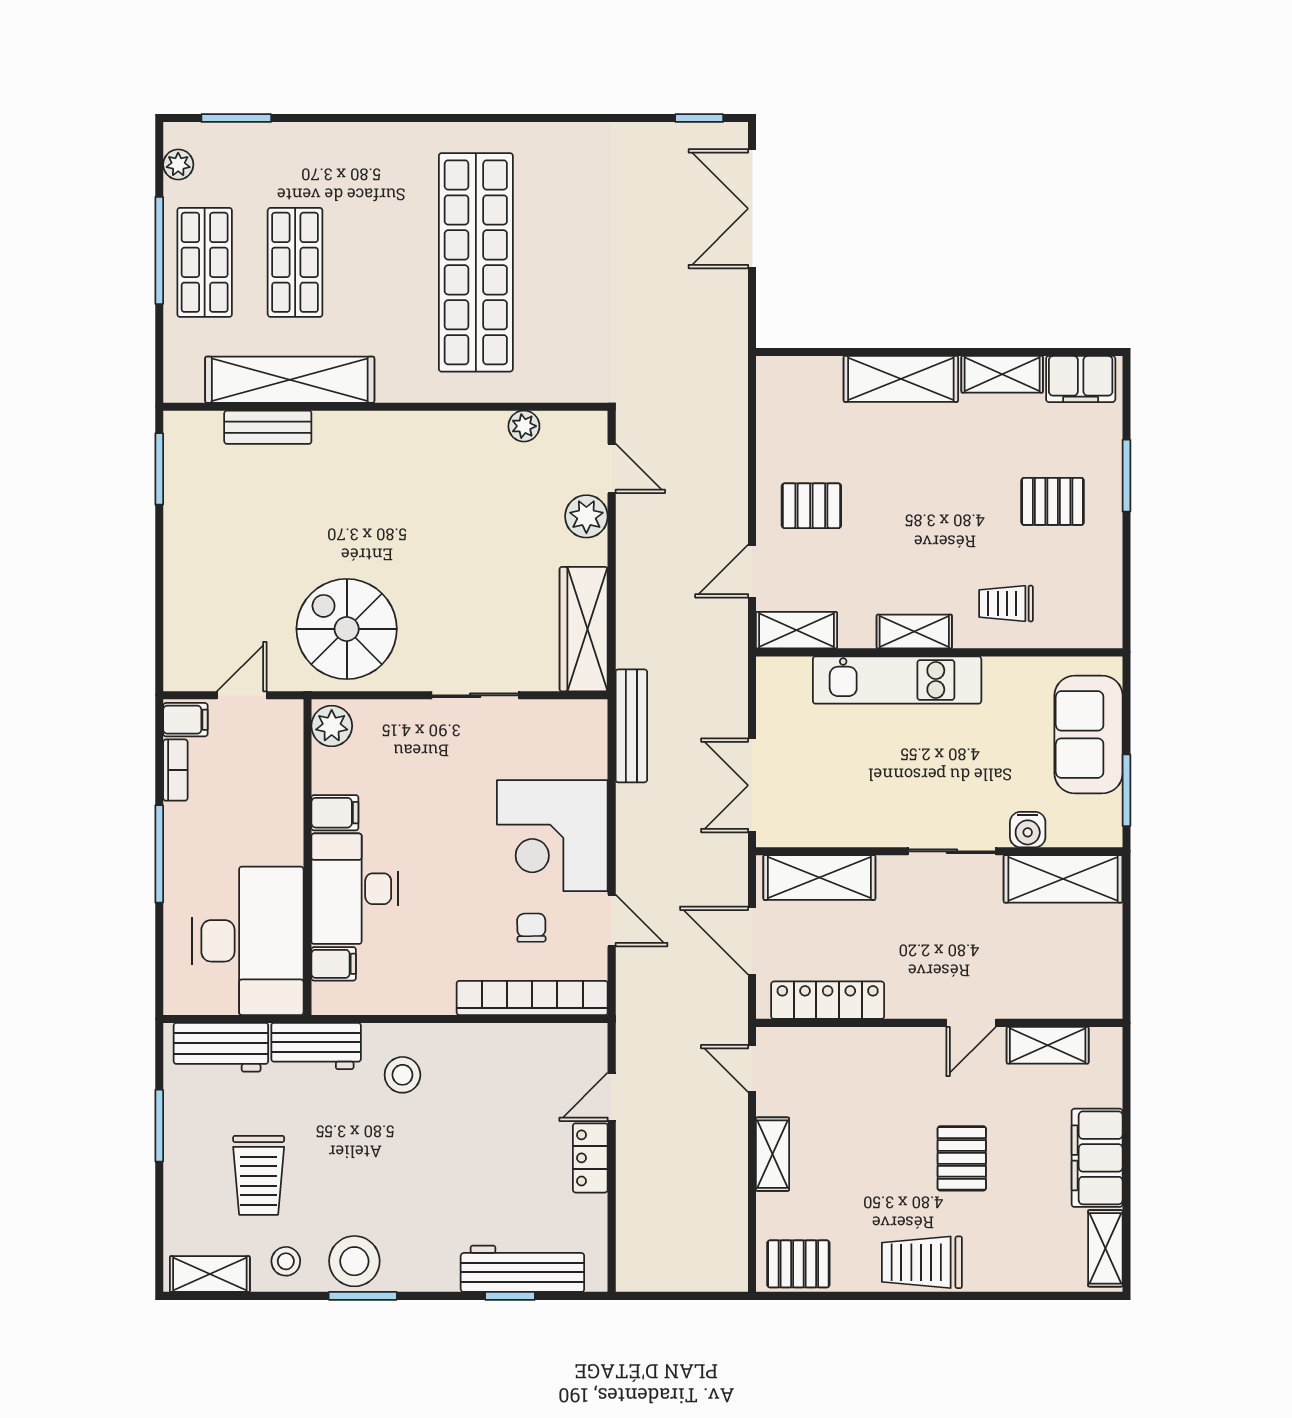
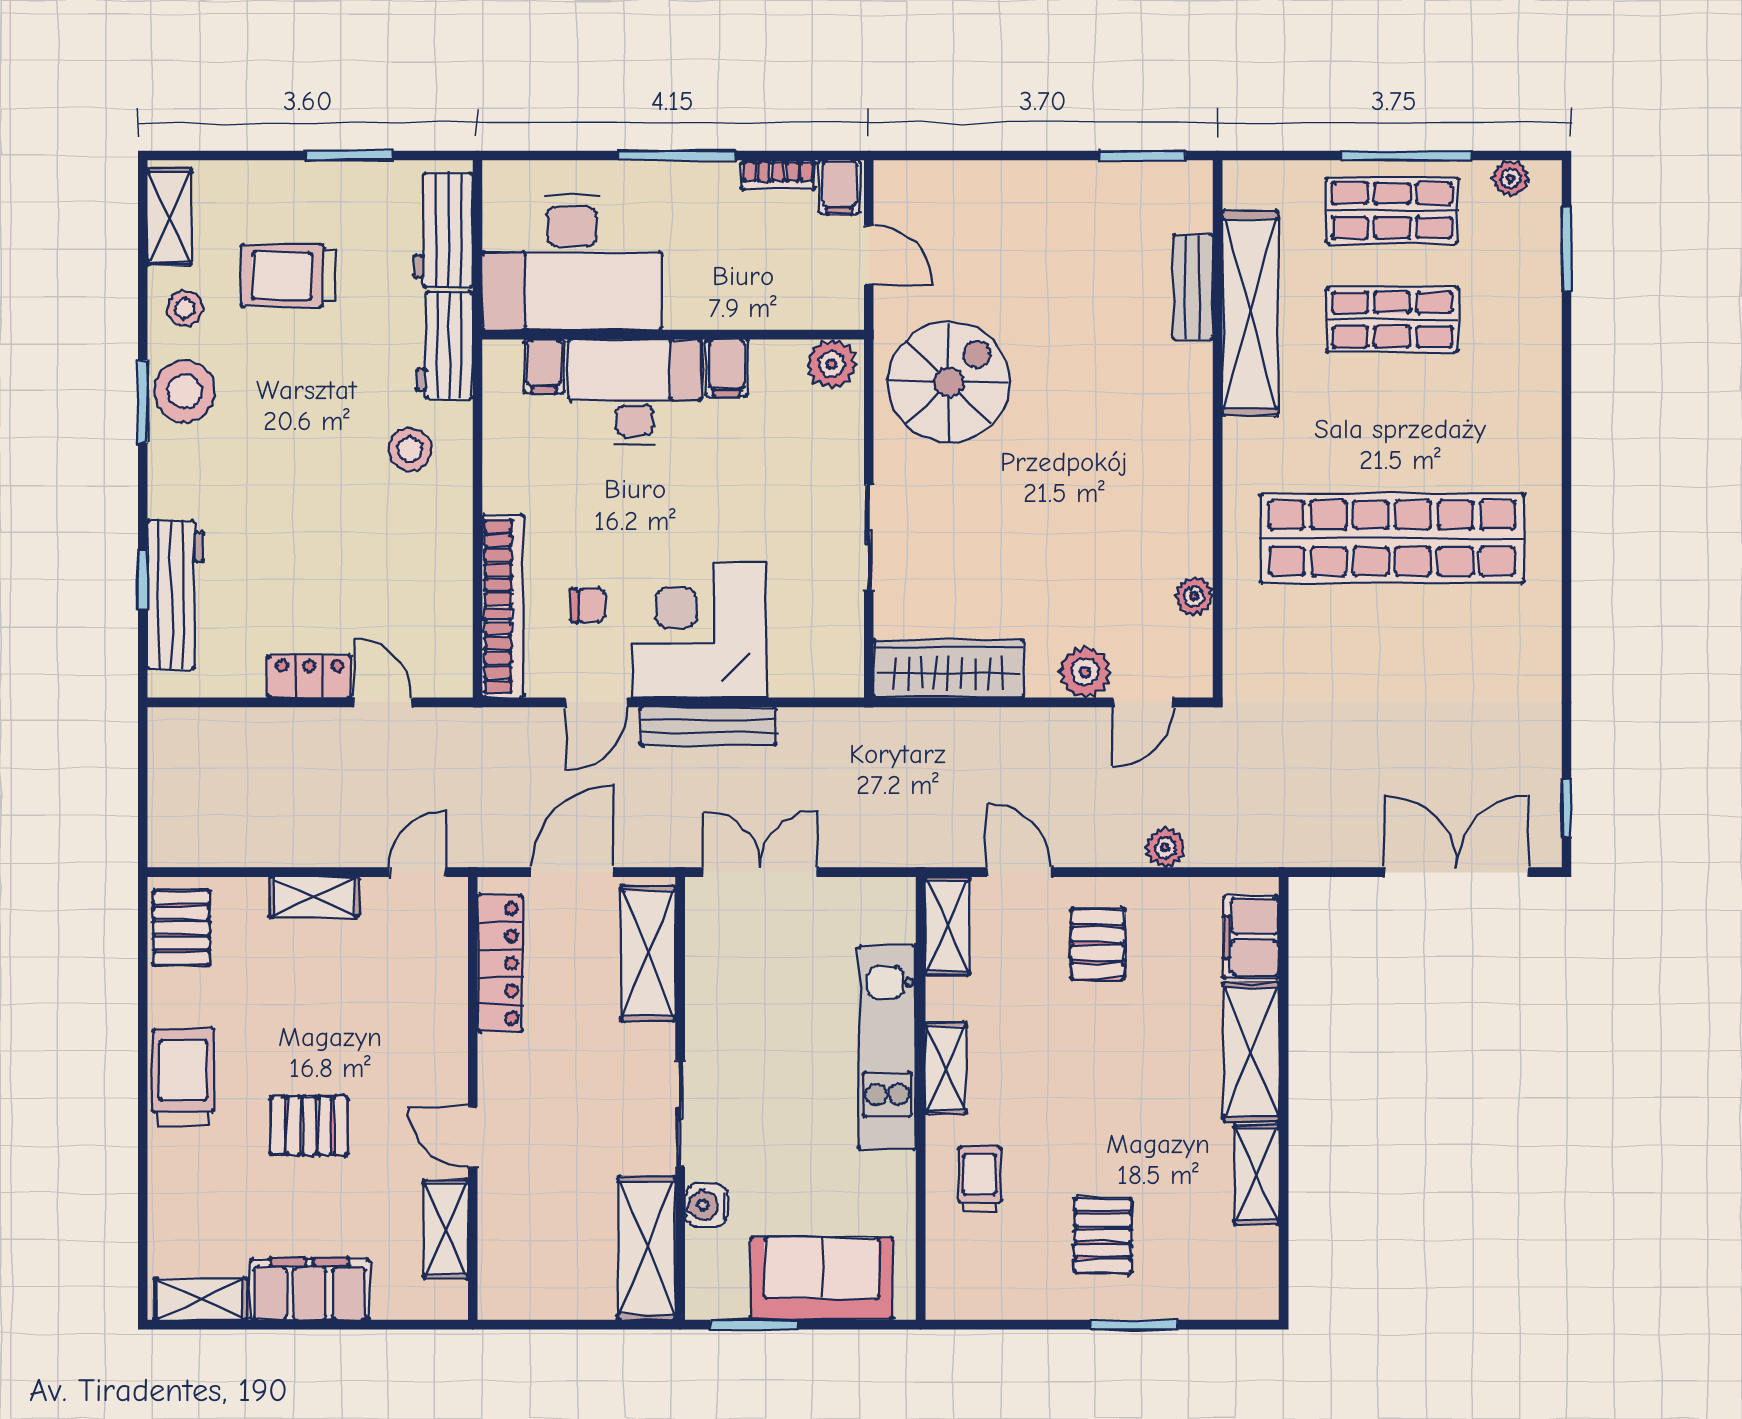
filing cabinet: (1081, 379) -> (1251, 937), moved
plant: (732, 450) -> (1165, 848), added
bench: (631, 726) -> (708, 726), moved

